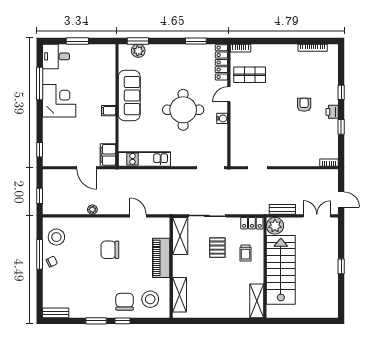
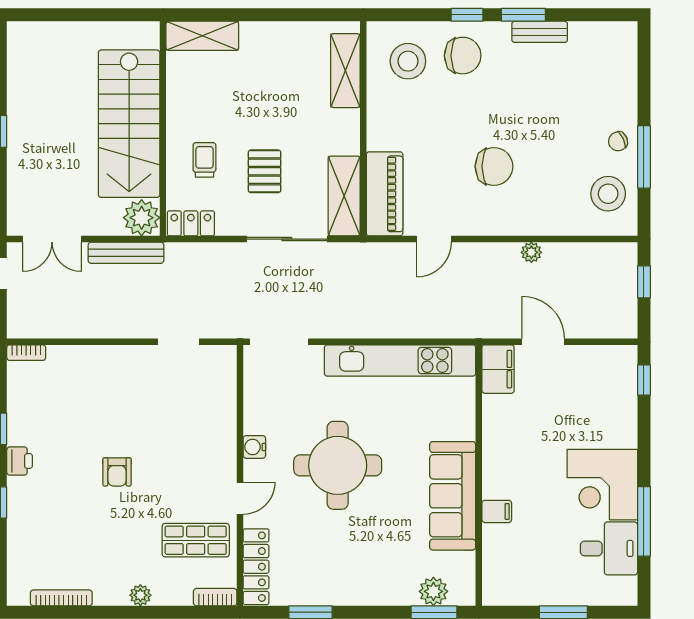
plant: (276, 49) -> (140, 595), added
desk: (56, 56) -> (609, 548), moved
armchair: (304, 105) -> (117, 472), moved
filing cabinet: (109, 111) -> (497, 511), moved
kitchen unit: (144, 159) -> (400, 360), width x1.36
bench: (282, 209) -> (126, 253), width x1.36
door: (138, 216) -> (434, 239), hinge flipped
piano: (161, 258) -> (385, 194), moved
shelving: (257, 301) -> (202, 36), moved, turned 90
chair: (125, 302) -> (463, 56), turned -90
bench: (56, 313) -> (540, 32), moved

